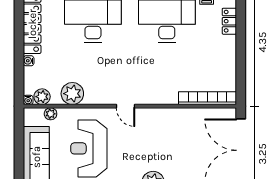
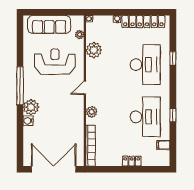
locker: (229, 21) -> (132, 161), moved
plant: (42, 97) -> (92, 112), moved

